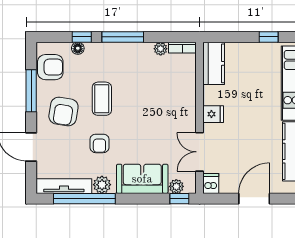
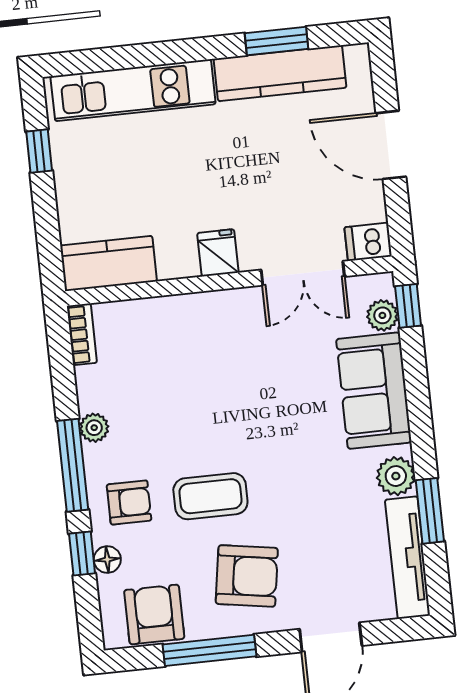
plant: (161, 49) -> (94, 428), moved
armchair: (99, 143) -> (129, 502), moved
window: (84, 199) -> (430, 511), width x0.47

